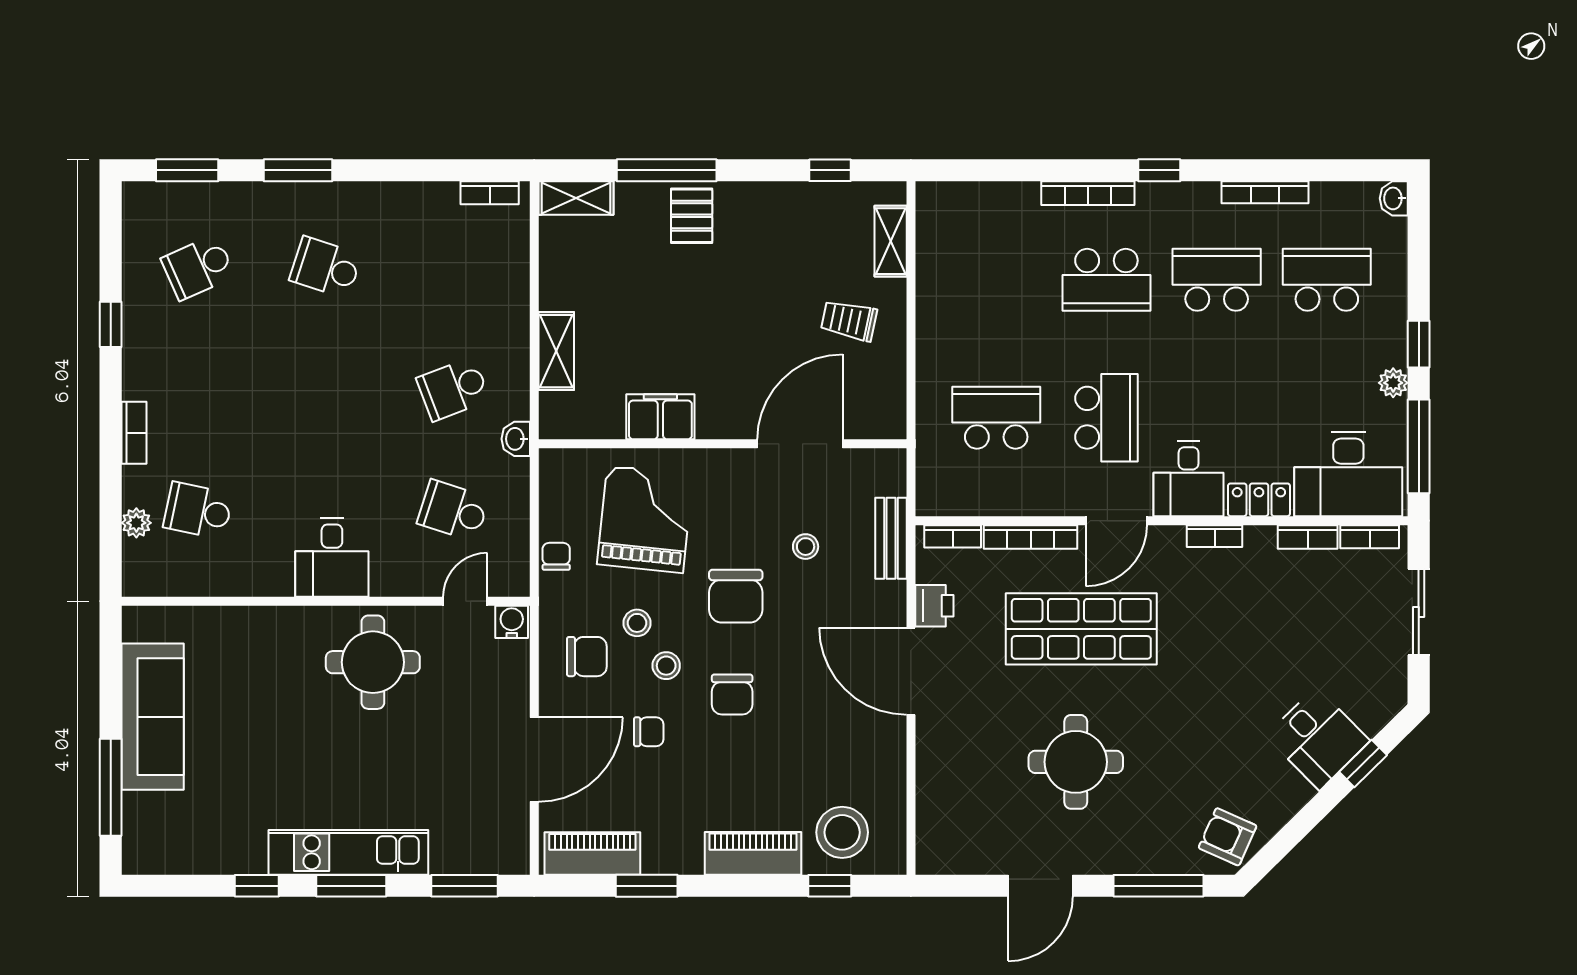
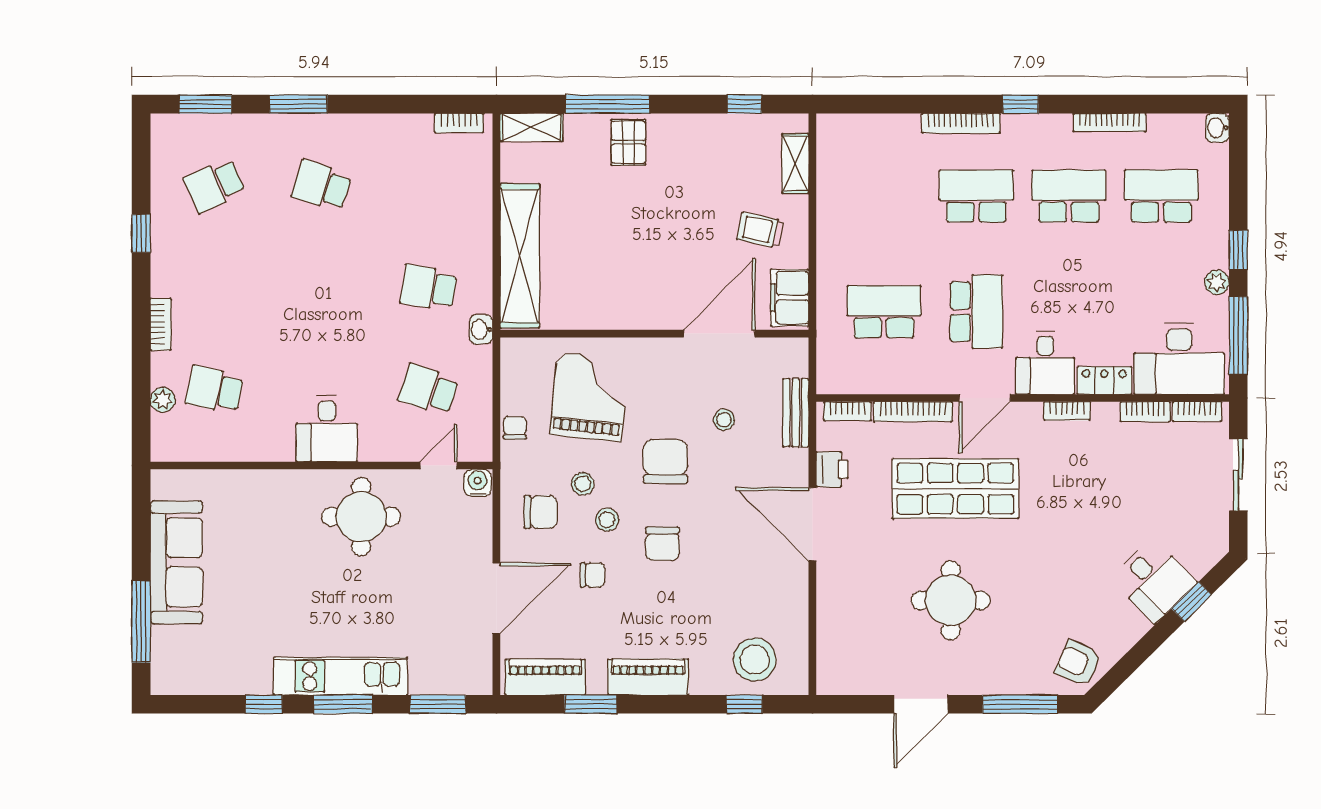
school desk: (1106, 280) -> (976, 196), turned 180
shelving: (556, 351) -> (520, 256), width x2.20, depth x1.33
school desk: (453, 389) -> (428, 288), turned 30
filing cabinet: (660, 417) -> (790, 298), moved, turned -90
chair: (736, 596) -> (665, 461), turned 180
piano: (753, 853) -> (648, 677), moved

